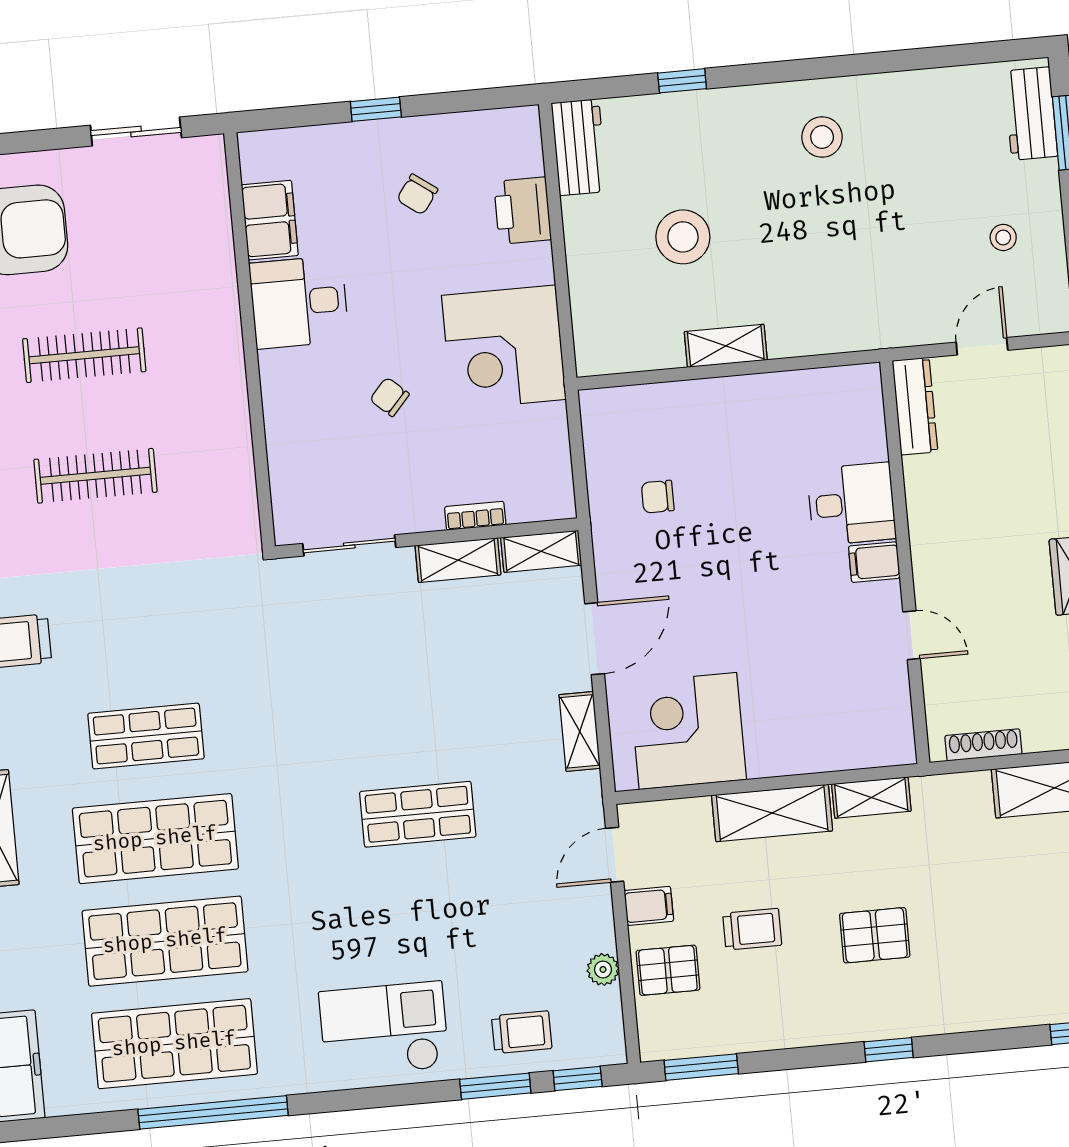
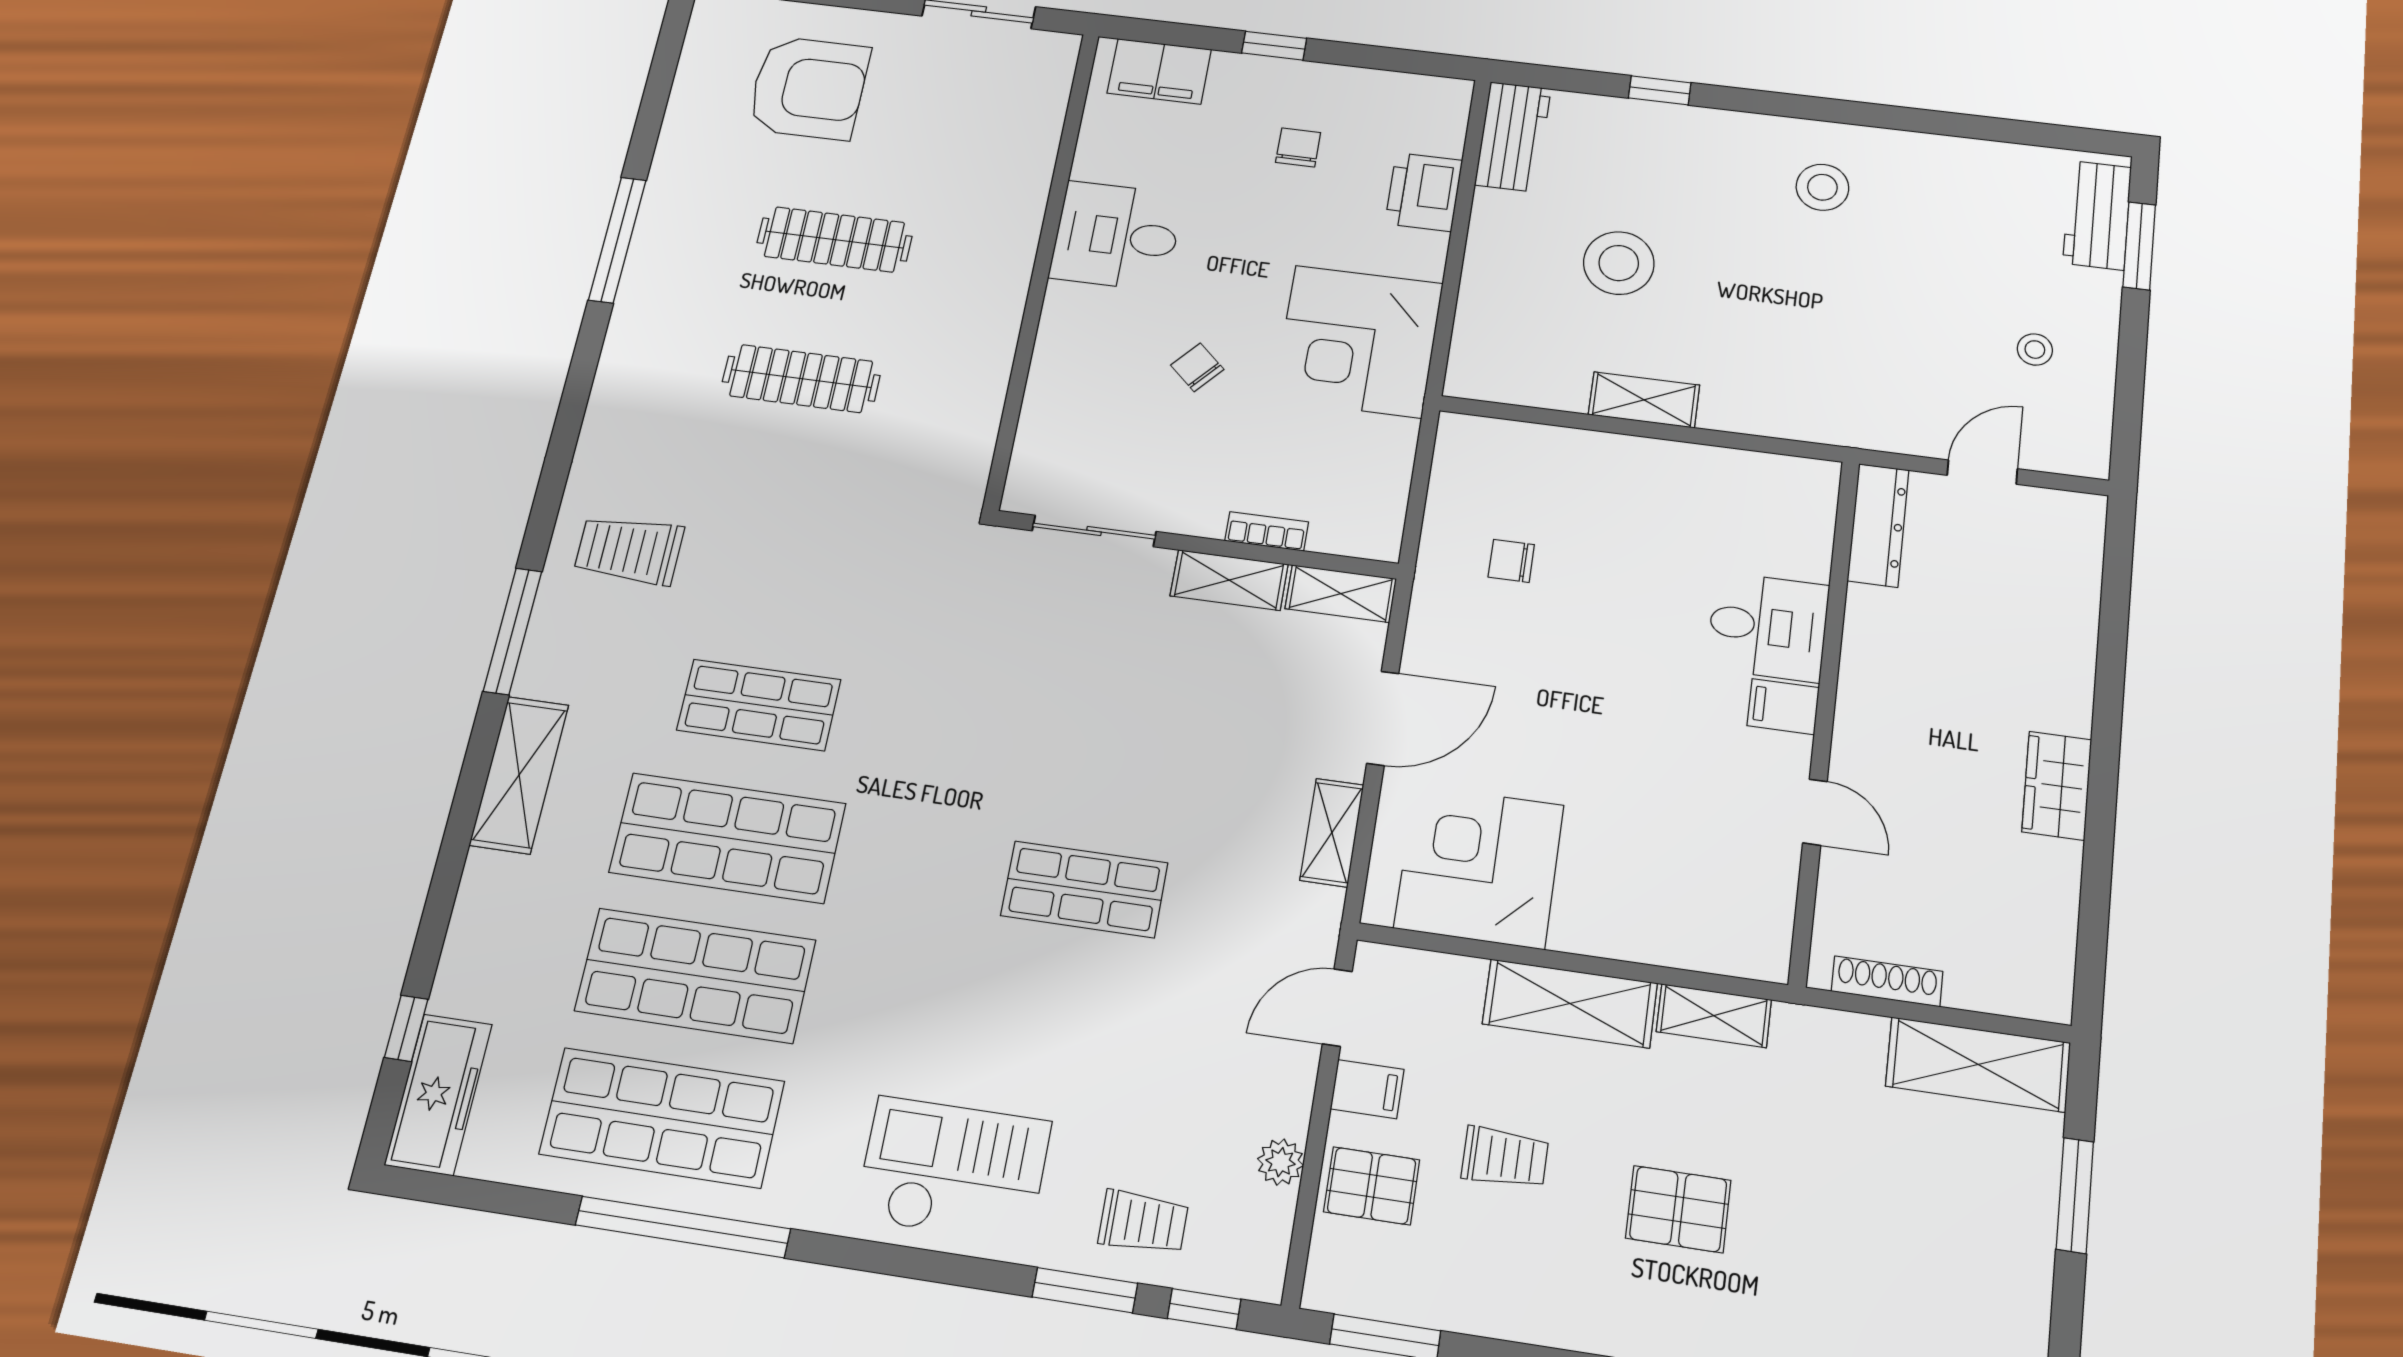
chair: (417, 194) -> (1298, 147), turned 144
filing cabinet: (270, 220) -> (1159, 71), moved, turned 90

